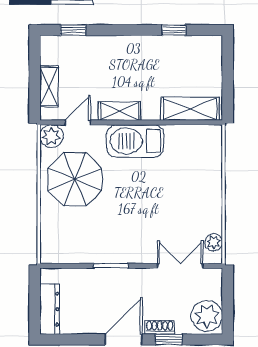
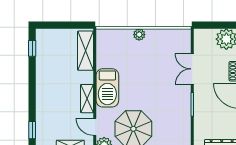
window: (174, 30) -> (32, 48), moved
plant: (214, 242) -> (139, 35), moved
double door: (180, 266) -> (192, 69), moved

